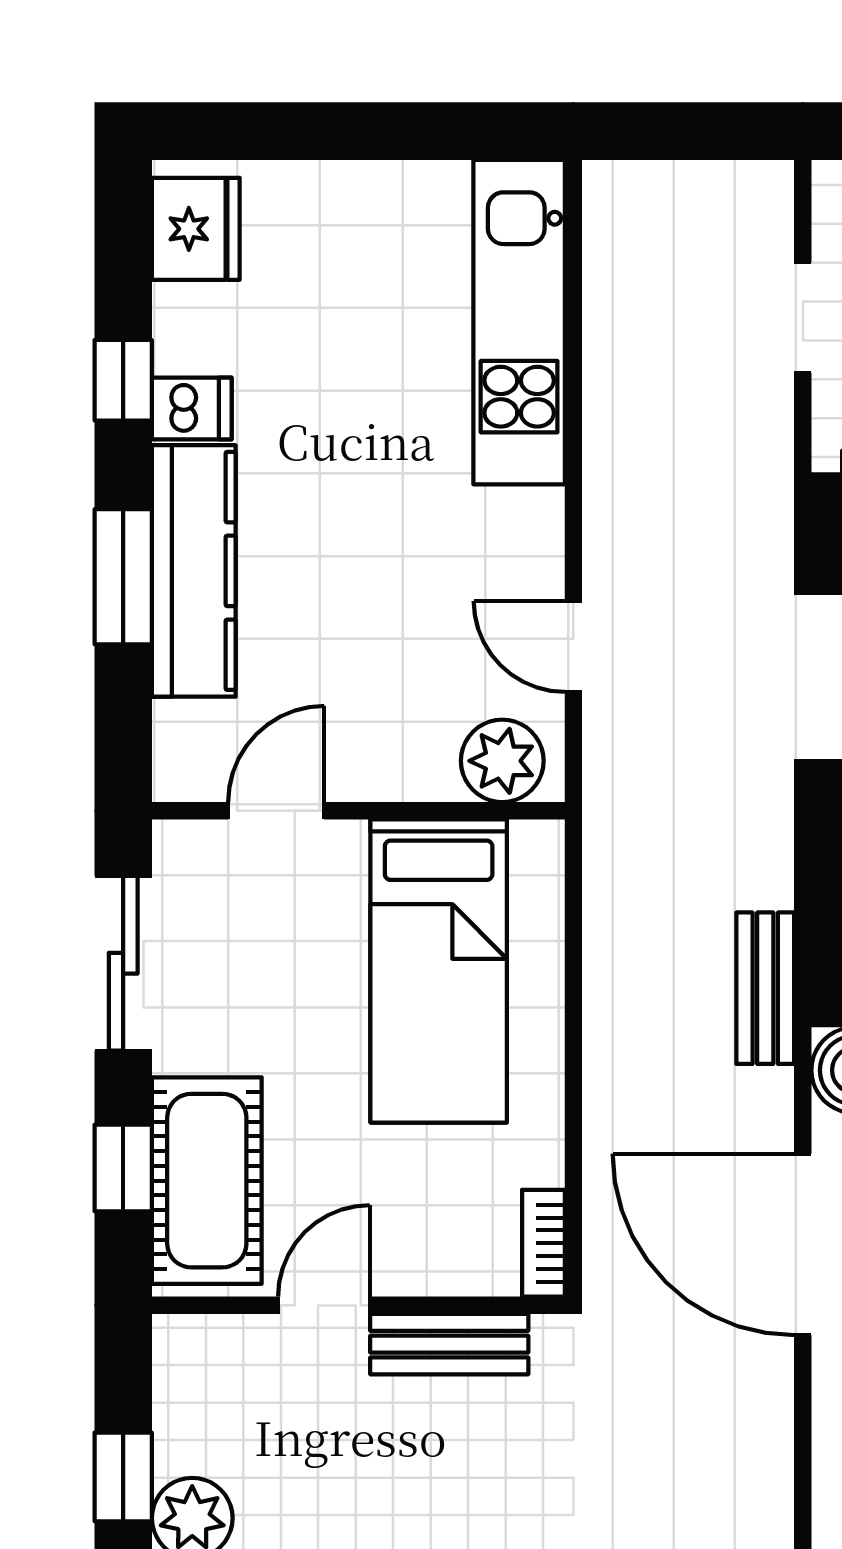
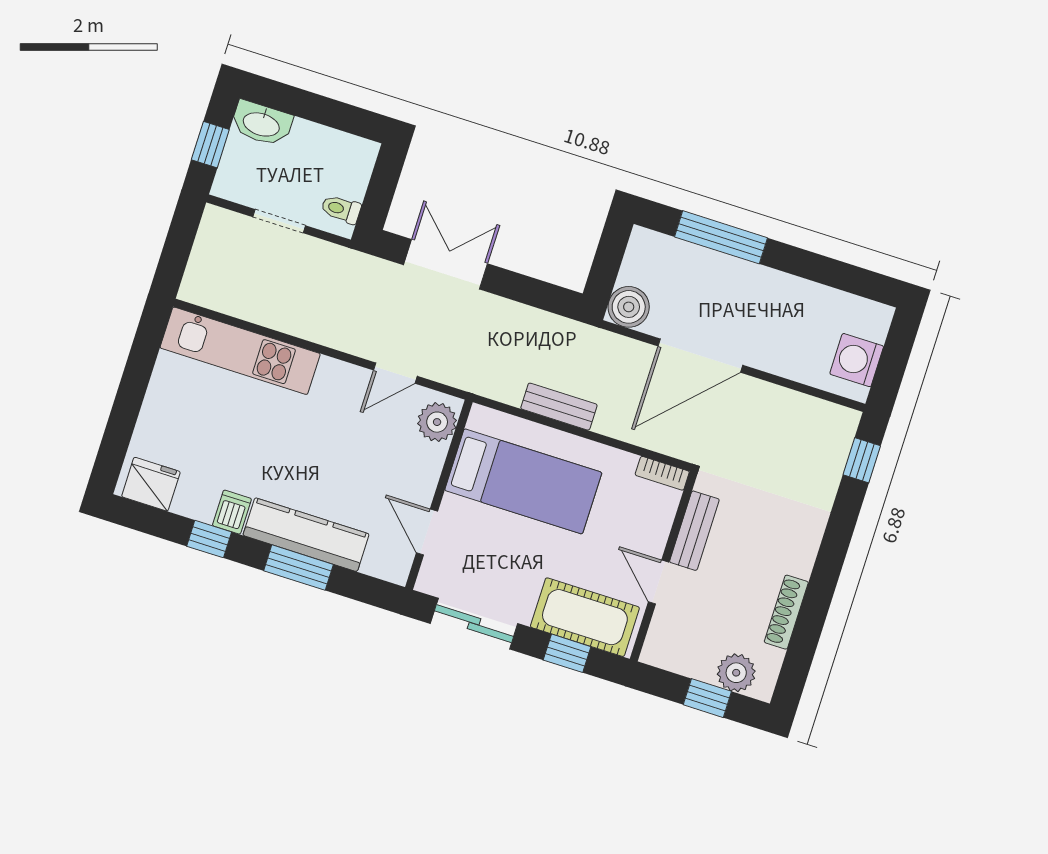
bench: (765, 988) -> (559, 407), moved

